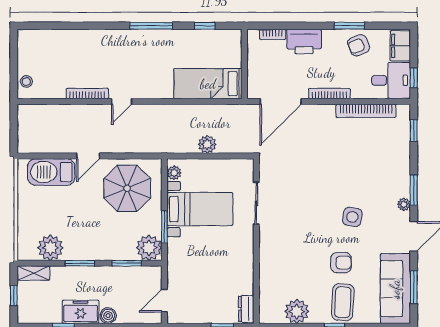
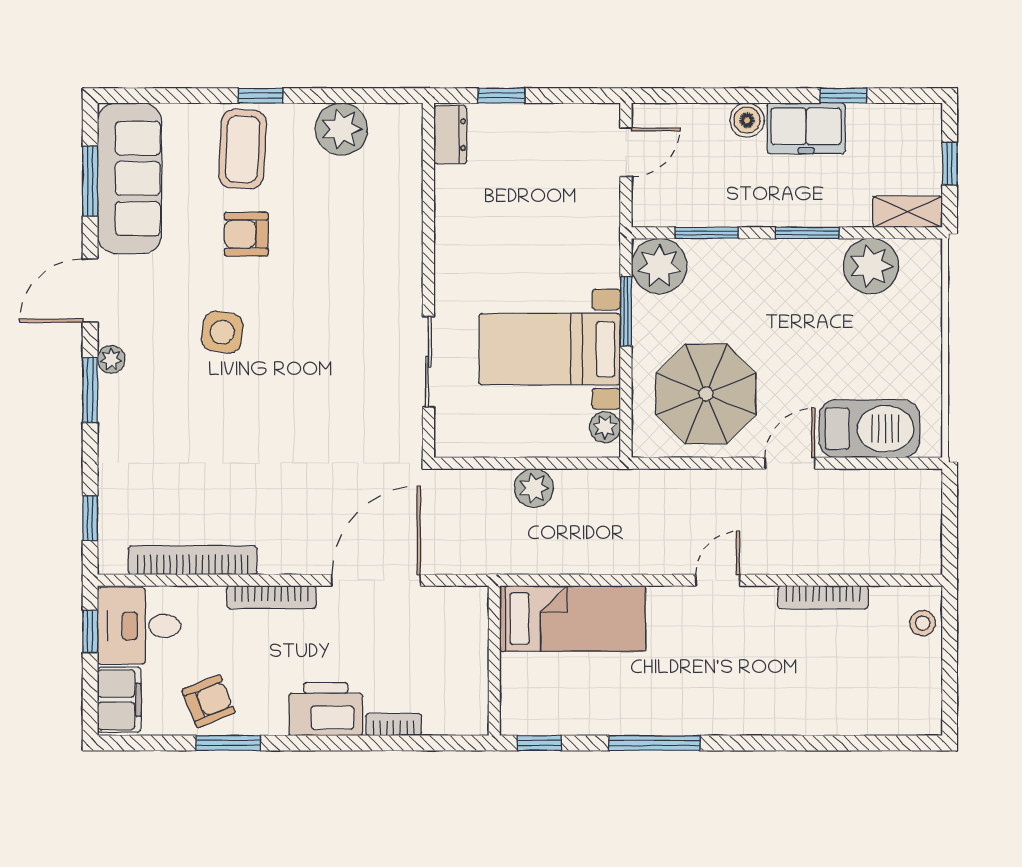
wall: (244, 64) -> (494, 661), moved
bed: (208, 84) -> (573, 619), moved
bookcase: (87, 94) -> (823, 597), moved

